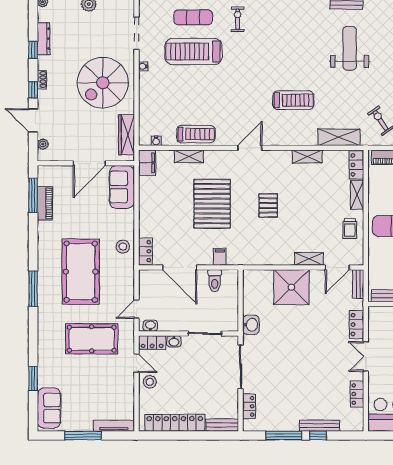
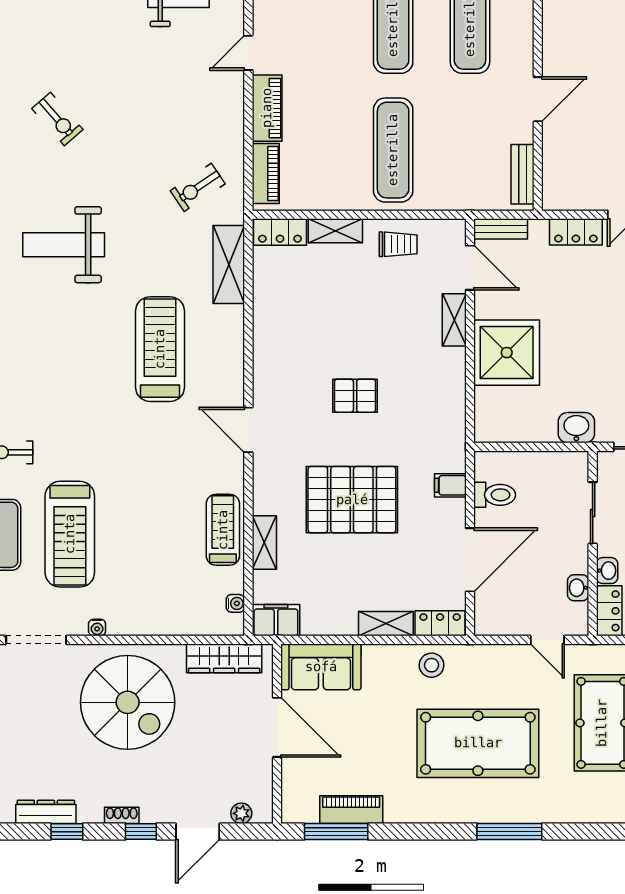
treadmill: (293, 100) -> (160, 349), width x1.37, depth x1.38
shelving: (307, 157) -> (386, 624), moved, turned 90
washbasin: (150, 326) -> (578, 588), moved

